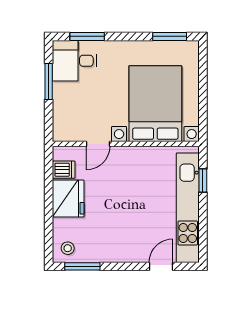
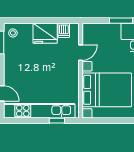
door: (98, 144) -> (81, 53), swing flipped

